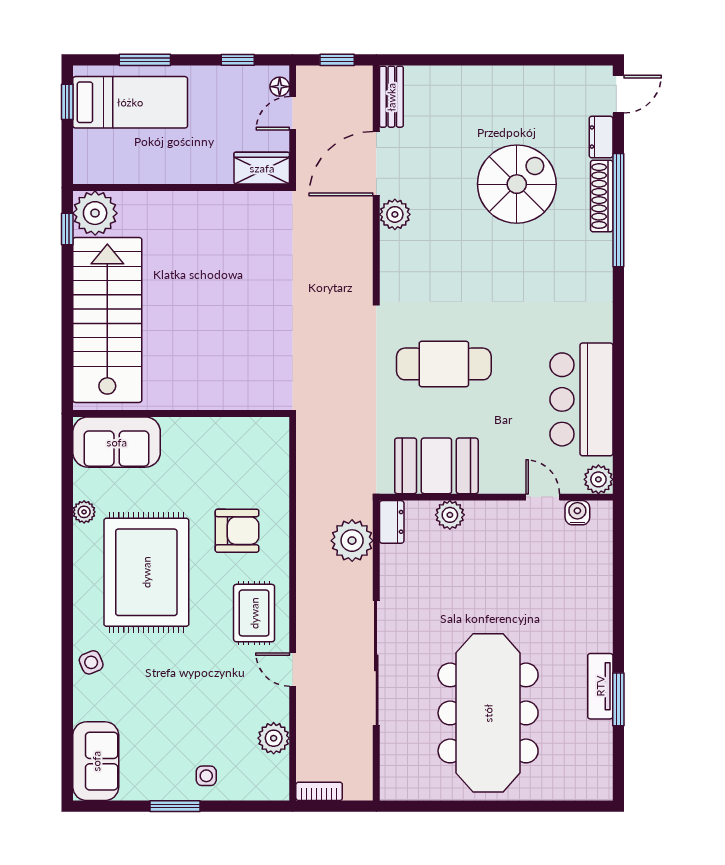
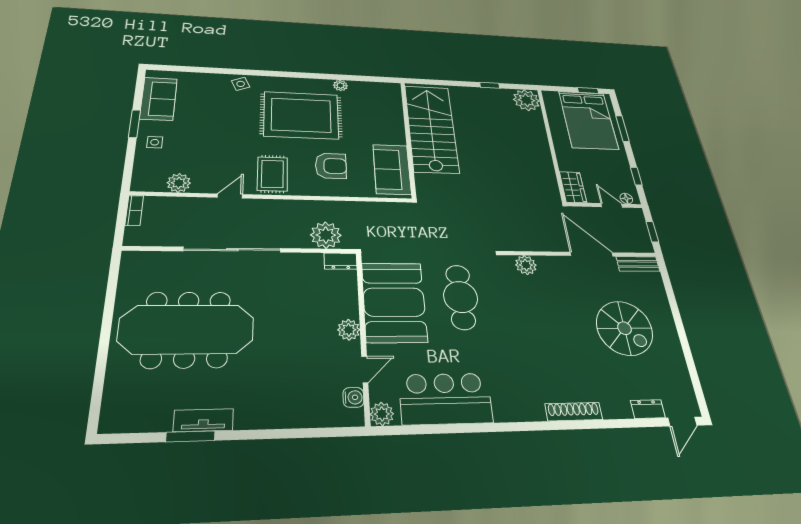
door: (618, 94) -> (682, 422), hinge flipped
bed: (130, 102) -> (588, 120), width x1.50
spiral stairs: (517, 184) -> (624, 328), moved
shoe rack: (602, 196) -> (574, 412), moved
window: (618, 210) -> (597, 424), removed
plant: (395, 214) -> (526, 265), moved
window: (67, 229) -> (490, 85), moved
stairs: (107, 320) -> (431, 128), moved, turned -90
sofa: (117, 442) -> (392, 169), moved
booth: (436, 466) -> (394, 302), width x1.36, depth x1.42
plant: (450, 515) -> (349, 330), moved
armchair: (237, 531) -> (331, 166), turned -90
rug: (254, 613) -> (272, 174), turned 90
sofa: (96, 761) -> (158, 99), moved, turned -90

